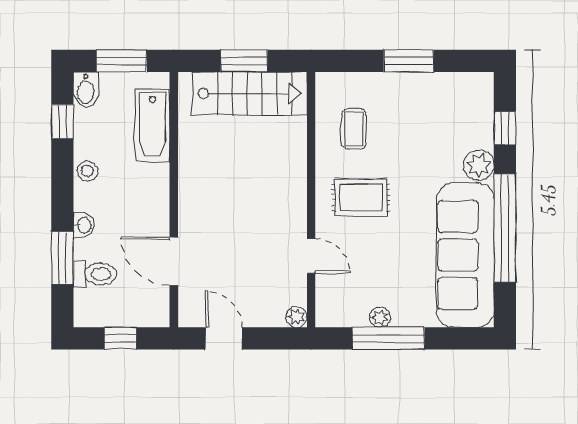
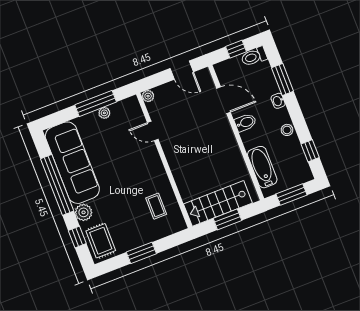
bidet: (86, 90) -> (245, 122), moved, turned 90
rug: (361, 197) -> (101, 241), moved, turned 90
toilet: (95, 274) -> (254, 57), moved

